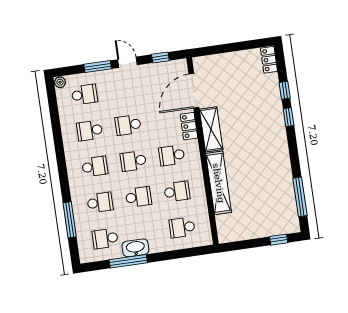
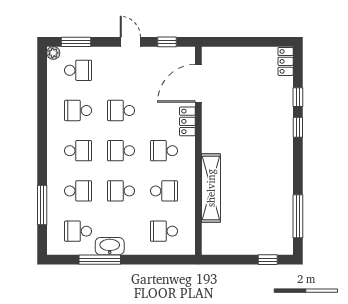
window: (98, 67) -> (76, 42), moved
shelving: (211, 129) -> (211, 128), removed
school desk: (138, 197) -> (121, 191), turned 180

